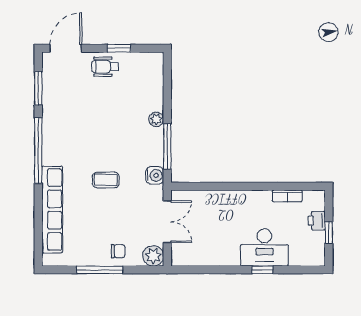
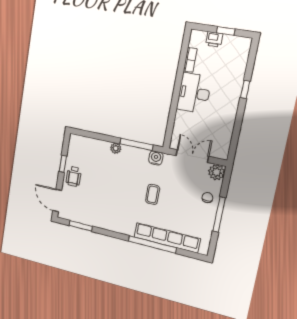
window: (38, 151) -> (152, 244), moved
desk: (264, 247) -> (194, 93), moved, turned 180

